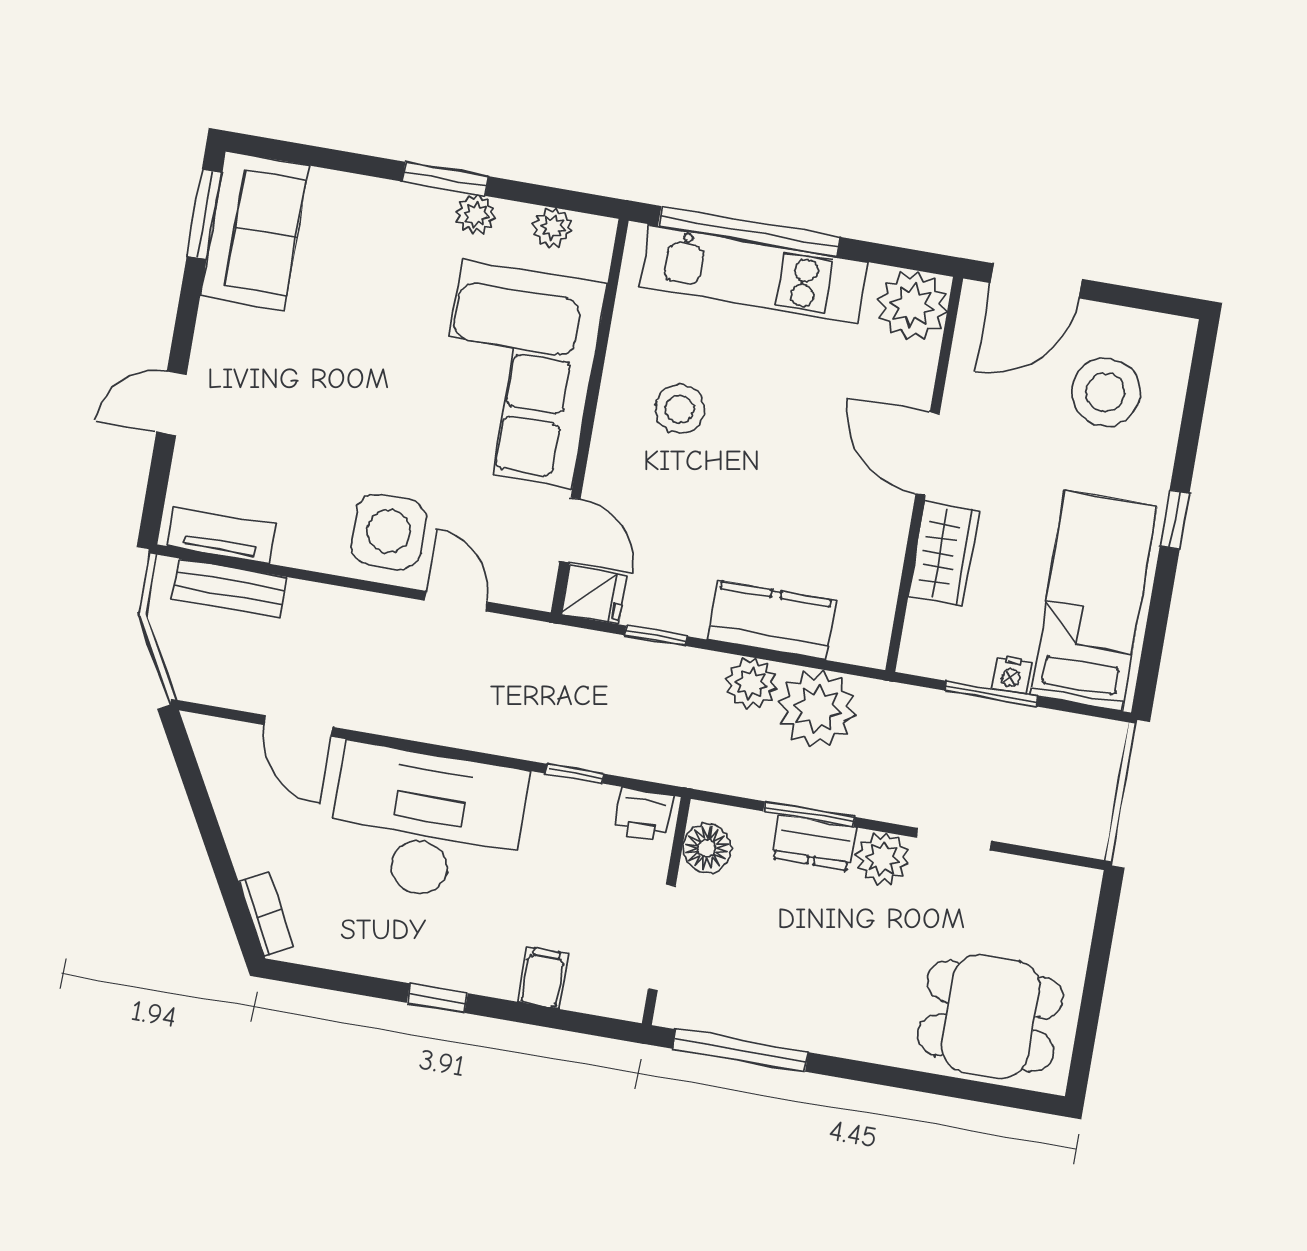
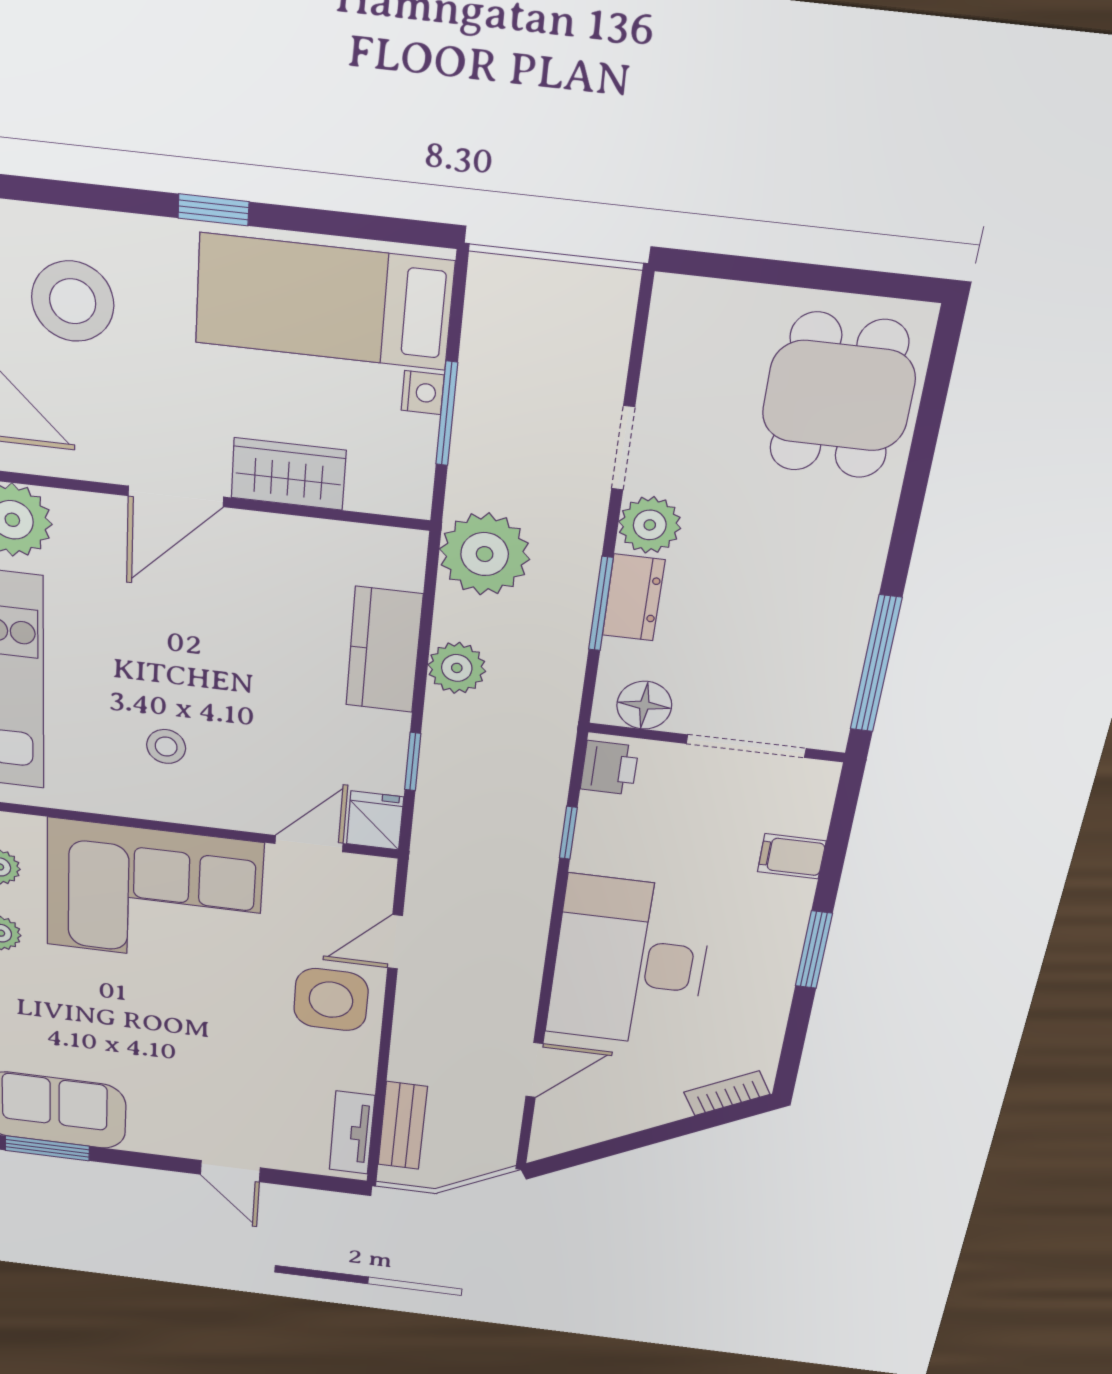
stool: (680, 409) -> (166, 747), width x0.73, depth x0.73
plant: (817, 709) -> (485, 554), moved
window: (437, 998) -> (814, 950), width x1.50

